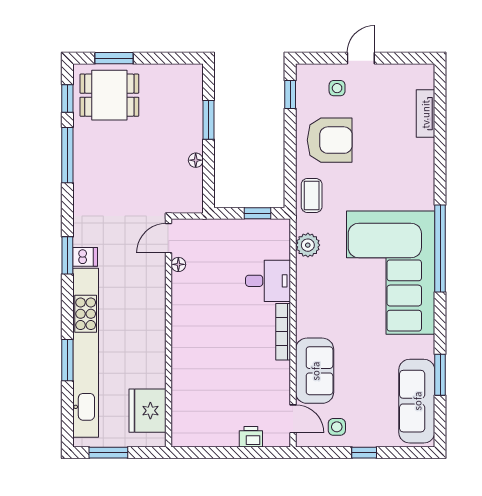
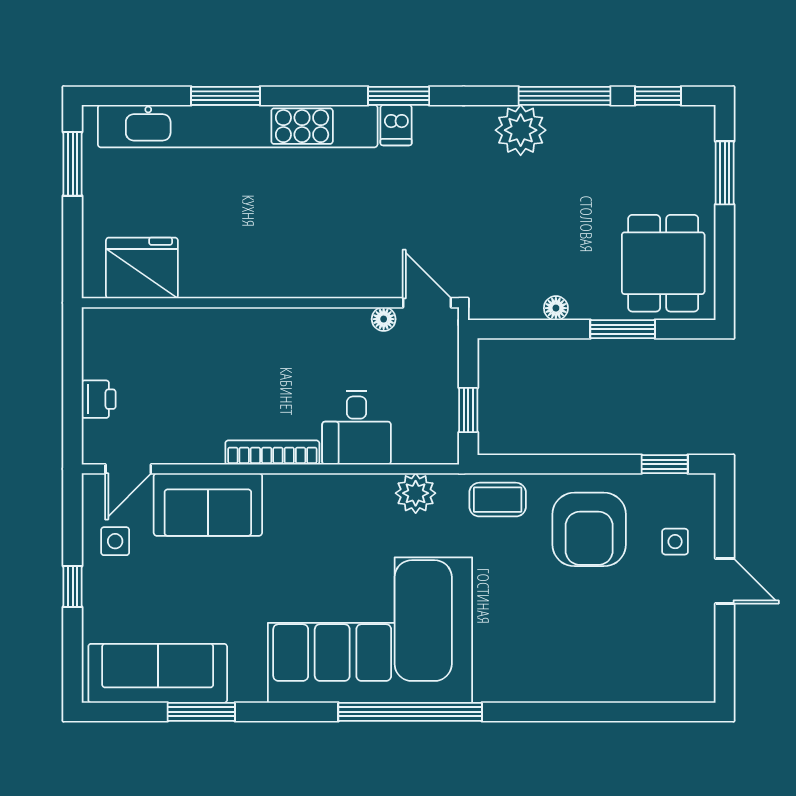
dining table: (109, 95) -> (663, 263), moved
tv unit: (425, 114) -> (633, 688), removed
plant: (88, 182) -> (521, 130), added
door: (169, 238) -> (427, 303), moved
floor lamp: (178, 264) -> (384, 319), moved
wall: (169, 333) -> (270, 303), moved
fridge: (147, 411) -> (142, 268), moved

